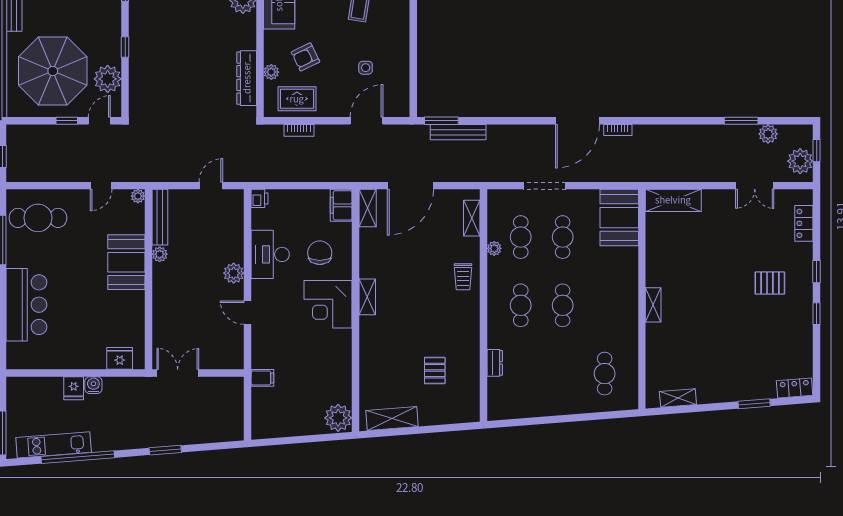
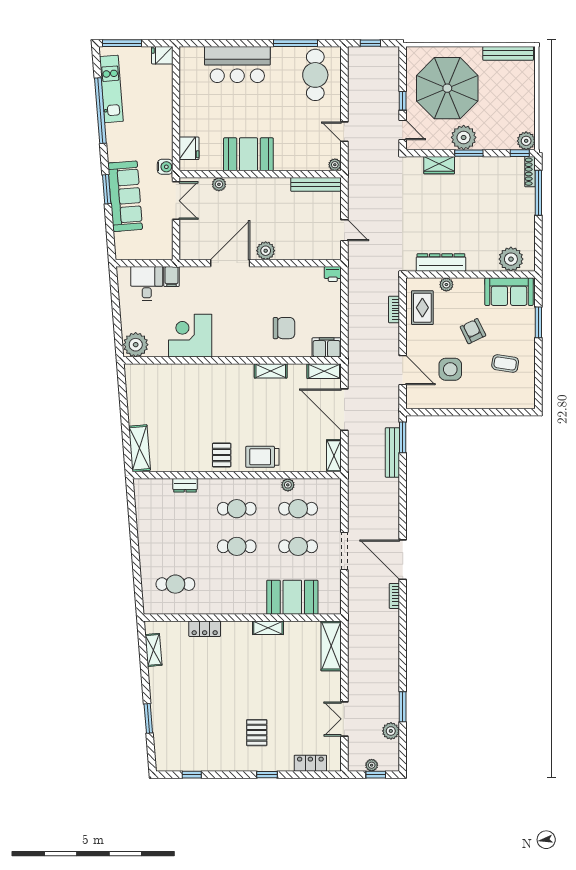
window: (125, 47) -> (469, 153), width x1.50
armchair: (306, 57) -> (473, 331), moved
side table: (366, 68) -> (450, 369), width x1.87, depth x1.87
plant: (108, 79) -> (464, 137), moved
wardrobe: (138, 80) -> (439, 165), added
plant: (800, 161) -> (372, 765), width x0.53, depth x0.53
doorway: (545, 186) -> (344, 551), moved
shelving: (472, 218) -> (334, 456), moved, turned 90
booth: (619, 218) -> (292, 597), moved
plant: (160, 254) -> (219, 184), moved
desk: (270, 254) -> (147, 284), moved, width x0.73
booth: (126, 262) -> (248, 154), moved
trolley: (463, 277) -> (262, 457), width x1.36, depth x1.39
shelving: (367, 297) -> (271, 371), moved
corner desk: (328, 304) -> (190, 336), moved
shelving: (653, 305) -> (268, 628), moved
door: (247, 313) -> (230, 263), width x1.87
window: (817, 314) -> (192, 775), moved
pallet: (435, 371) -> (222, 455), moved, turned 90
water cooler: (93, 385) -> (165, 167), moved
fridge: (74, 388) -> (162, 55), moved
locker: (795, 388) -> (205, 629), moved, turned 95
shelving: (392, 418) -> (139, 448), moved
sofa: (173, 430) -> (125, 196), added

